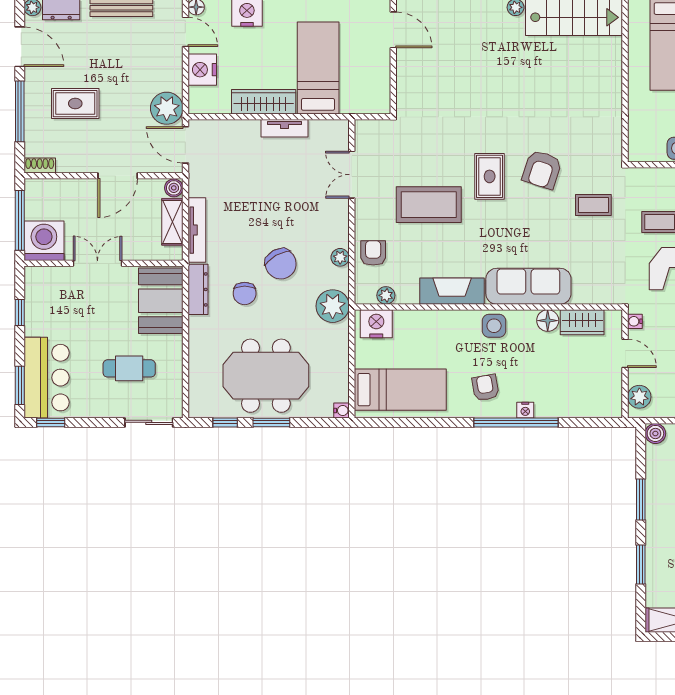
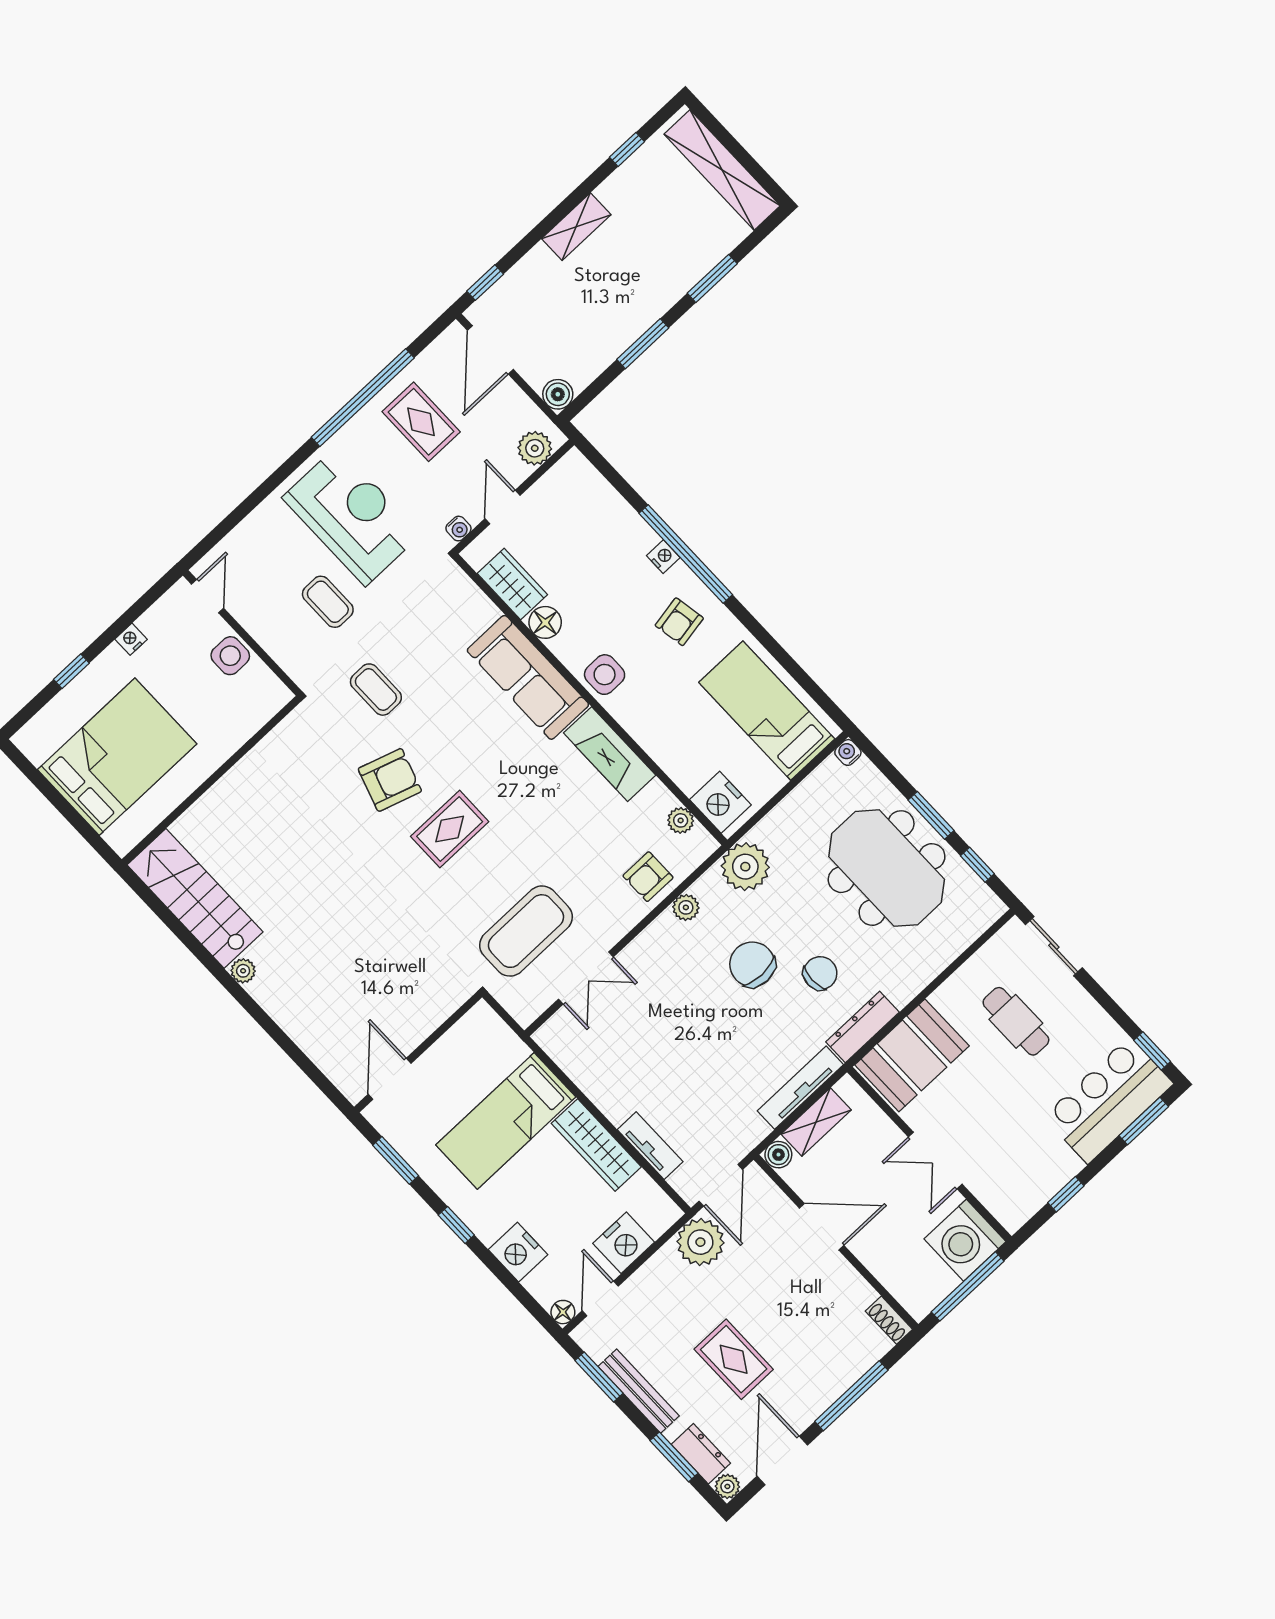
rug: (75, 104) -> (734, 1359), moved
tv unit: (284, 128) -> (650, 1146), moved
coffee table: (429, 205) -> (526, 931), moved, turned 90
chair: (281, 264) -> (752, 964), turned -61

